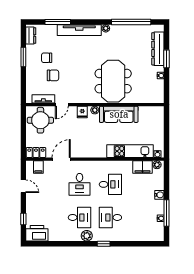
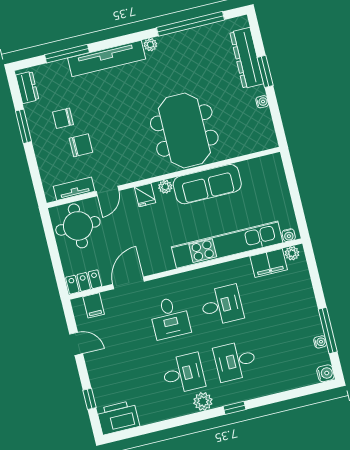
kitchen unit: (130, 151) -> (227, 245), width x1.36
water cooler: (159, 195) -> (326, 373), moved

